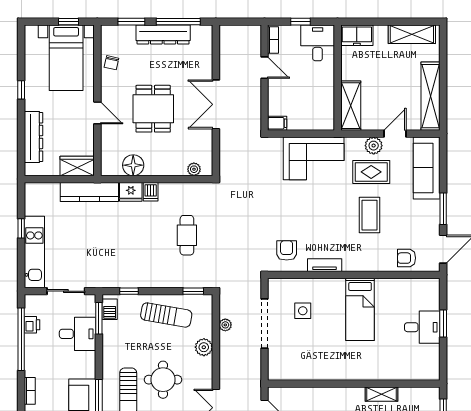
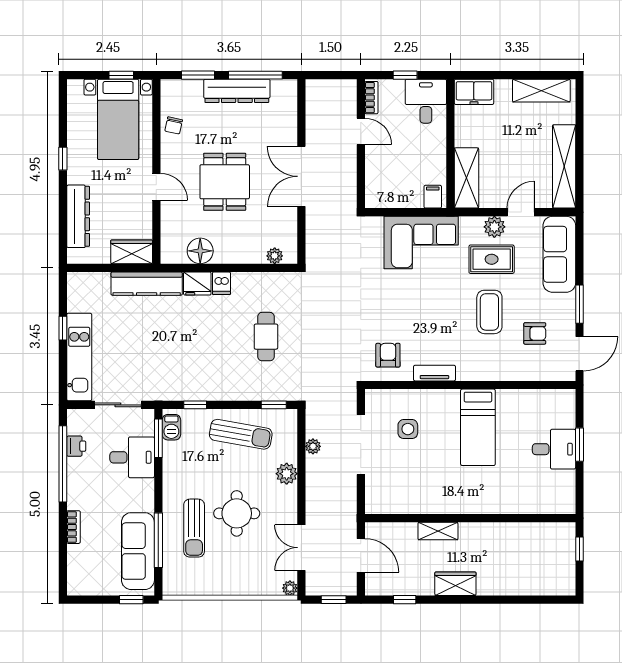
filing cabinet: (277, 123) -> (433, 197), moved, turned -90
armchair: (407, 258) -> (535, 333), moved, turned 180
shelving: (381, 394) -> (438, 531), moved

